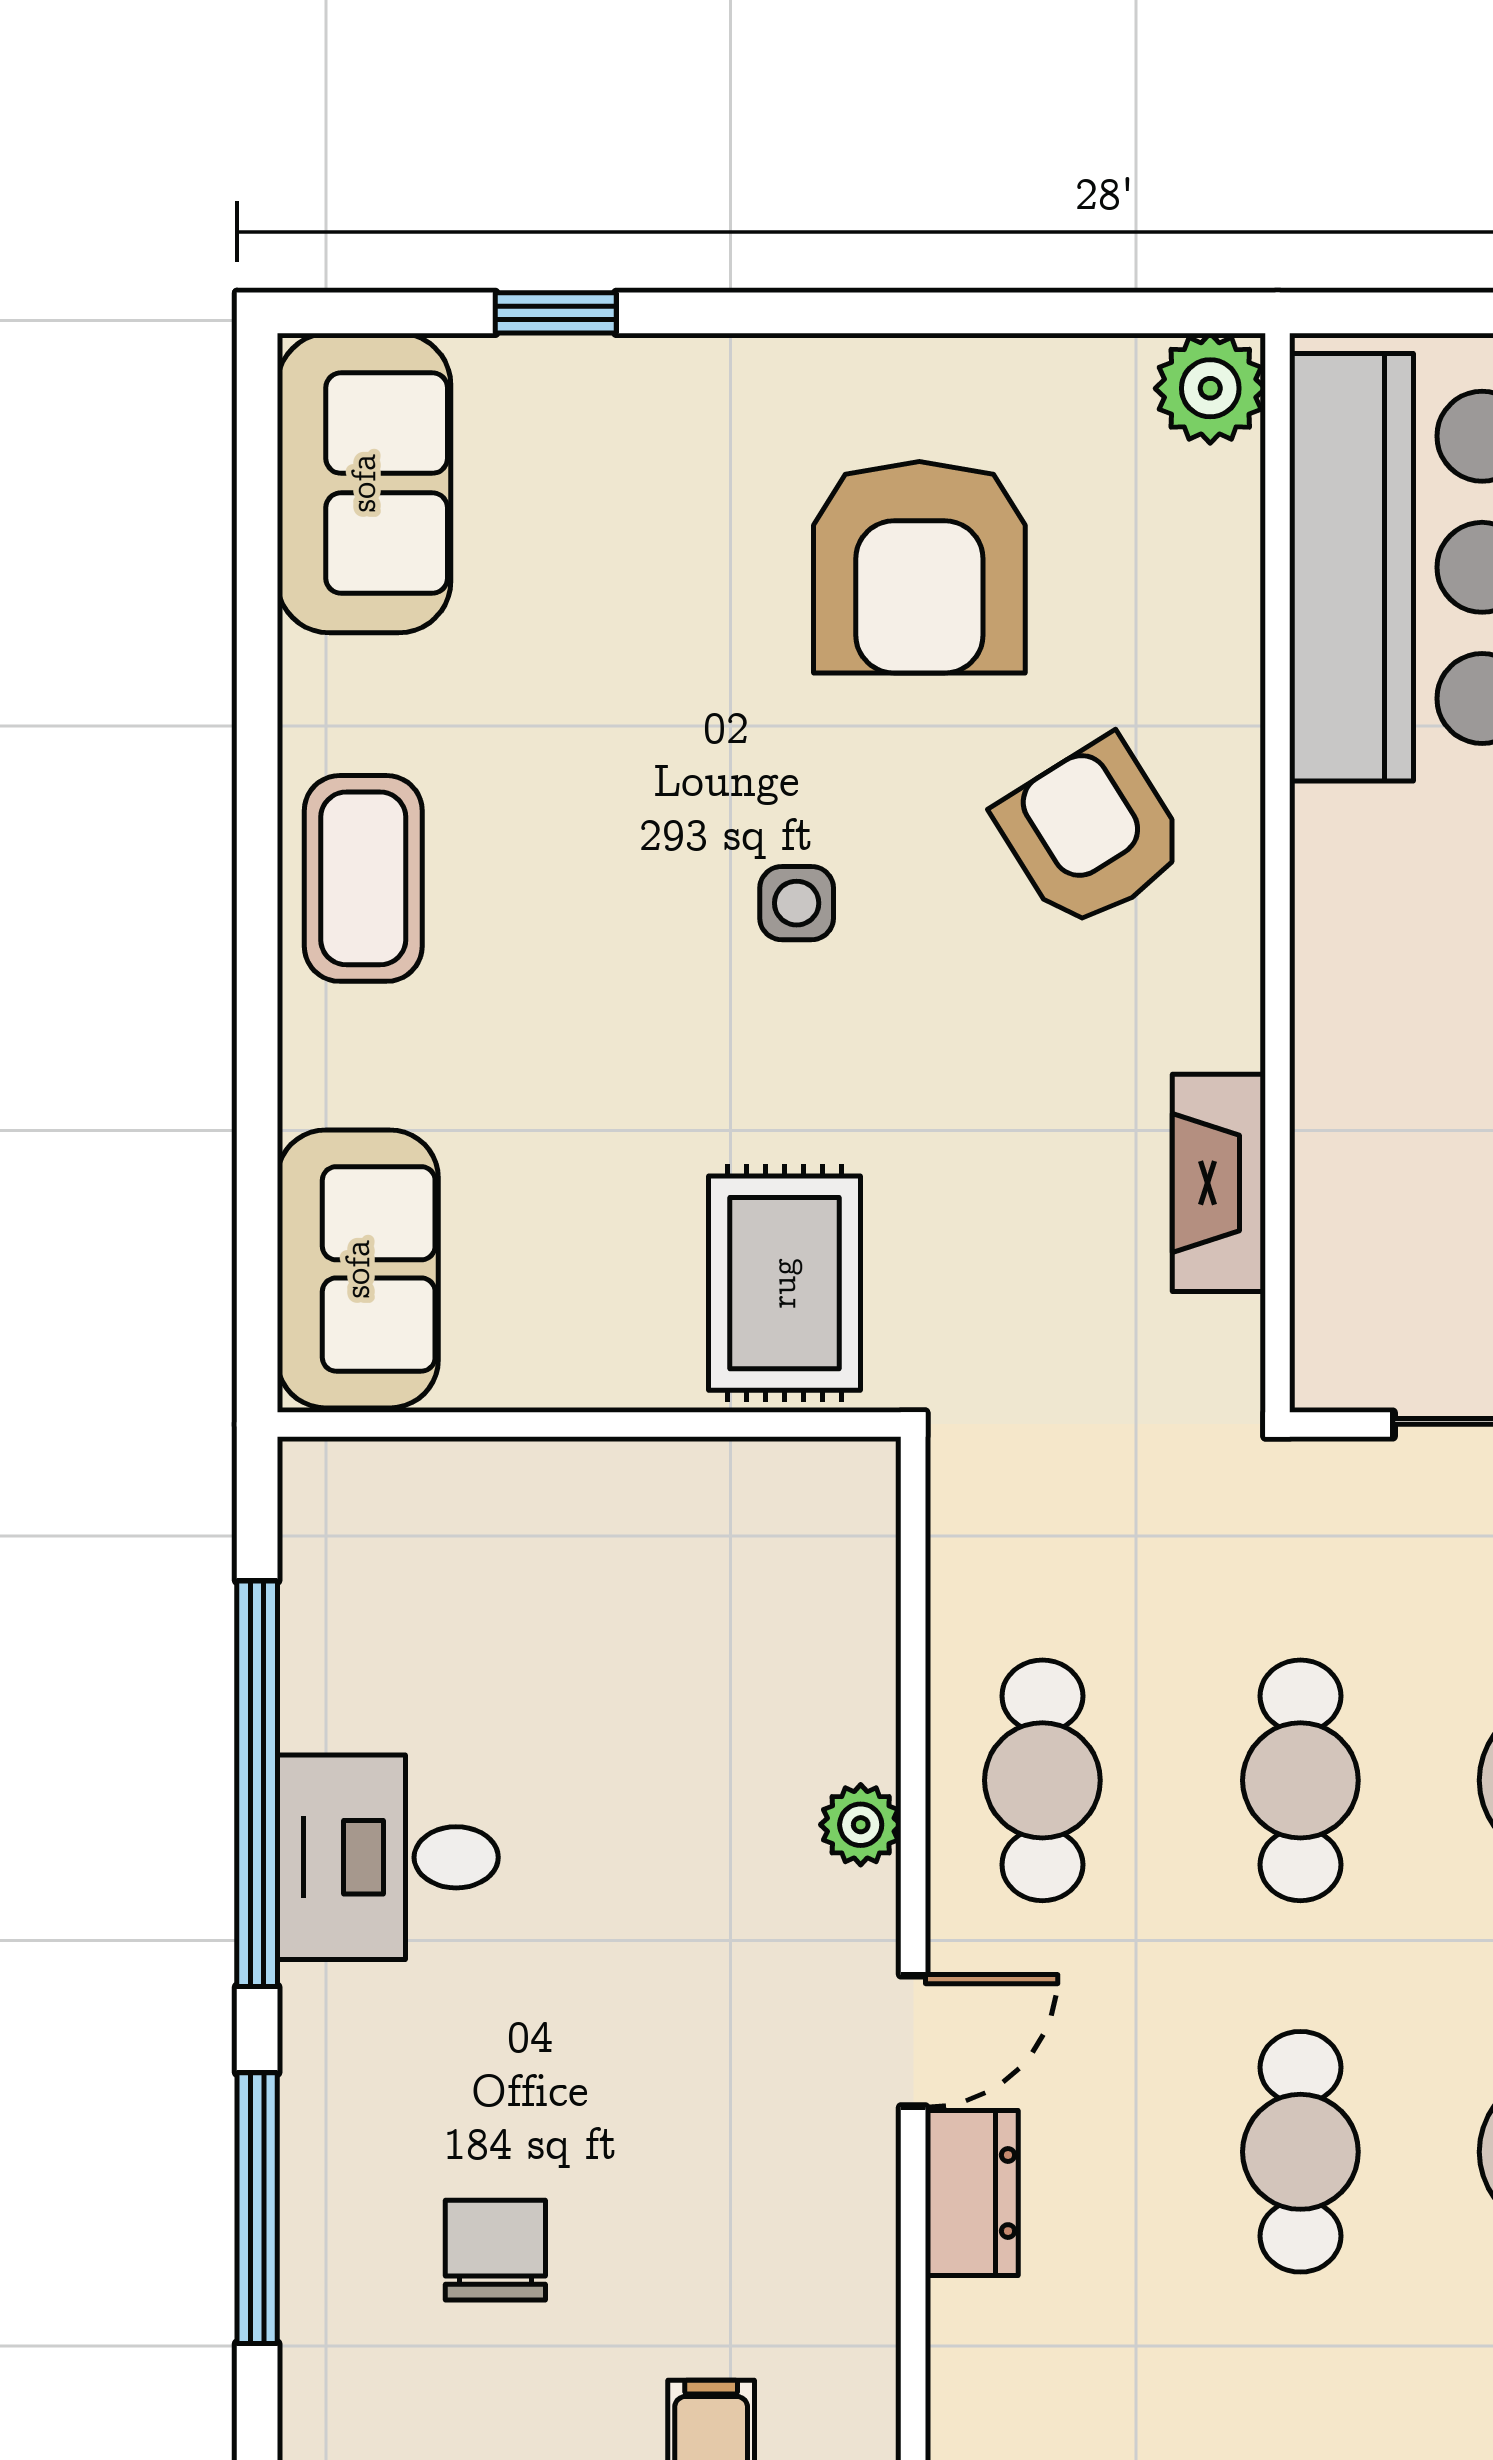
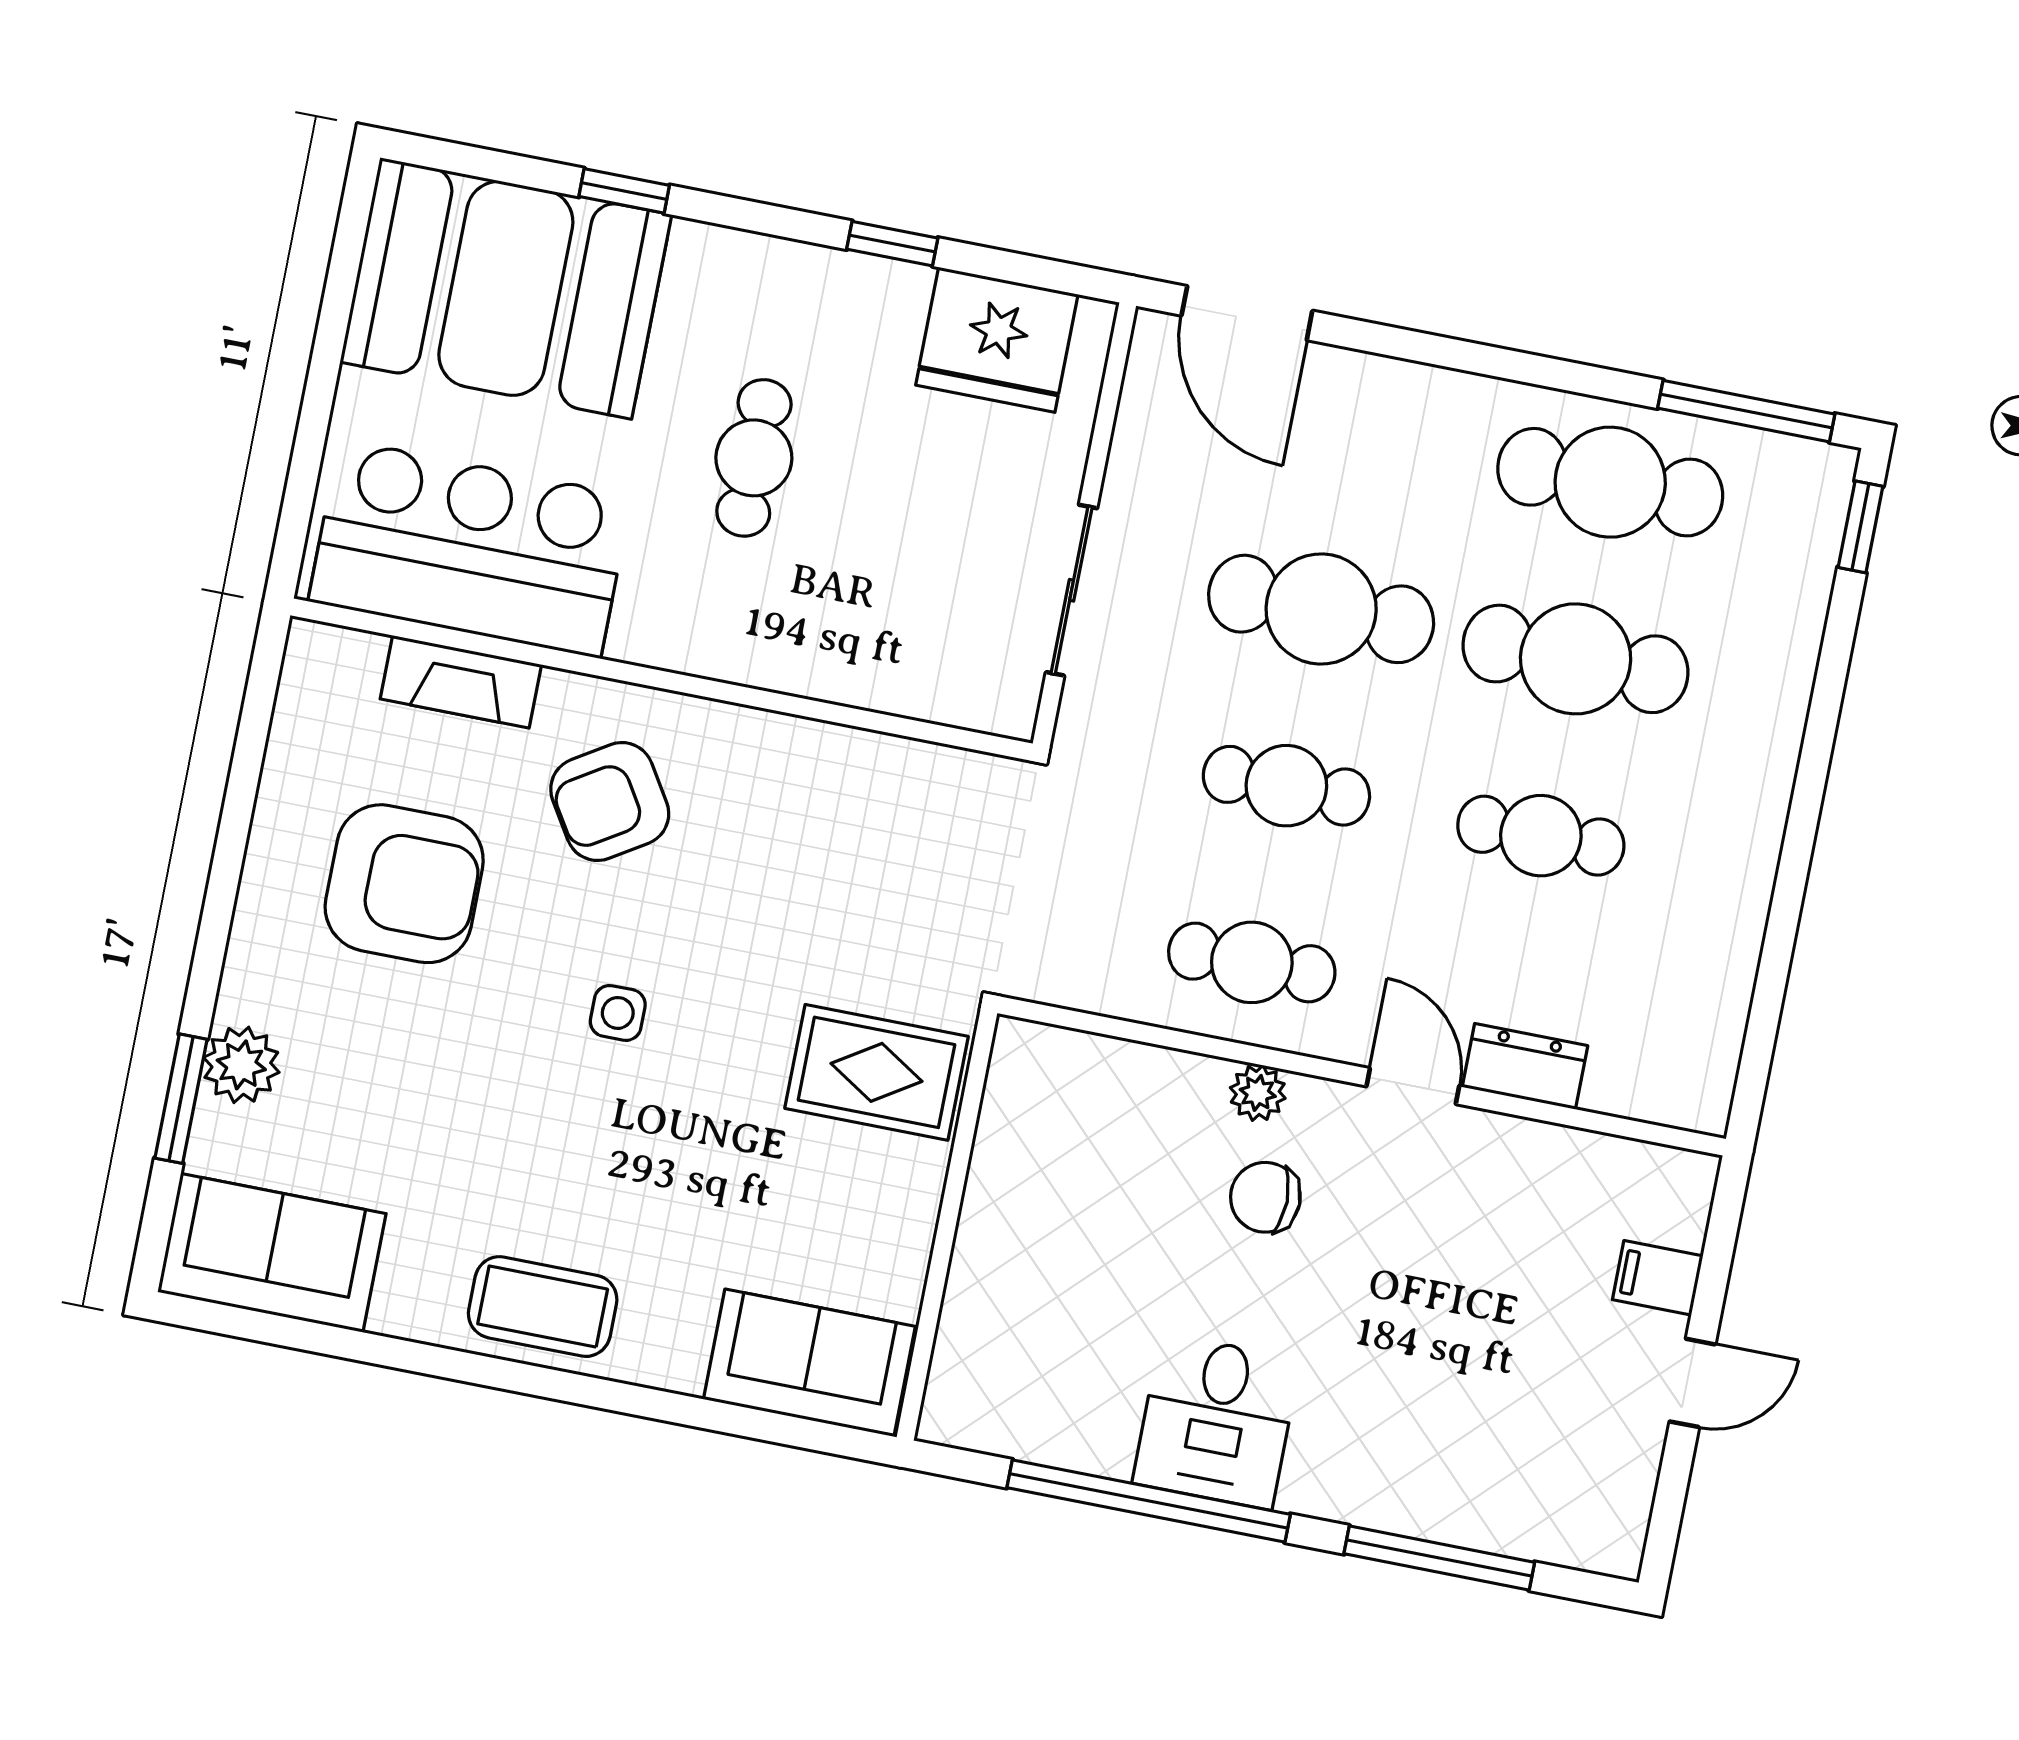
window: (556, 313) -> (181, 1099), width x1.50
plant: (1210, 388) -> (241, 1065), moved
fireplace: (1219, 1183) -> (461, 682), moved
chair: (495, 2250) -> (1265, 1197), moved

